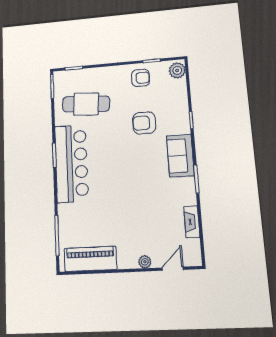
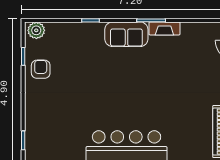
cafe table: (86, 104) -> (64, 129), removed
armchair: (144, 123) -> (90, 69), removed
fireplace: (192, 222) -> (164, 28), moved

